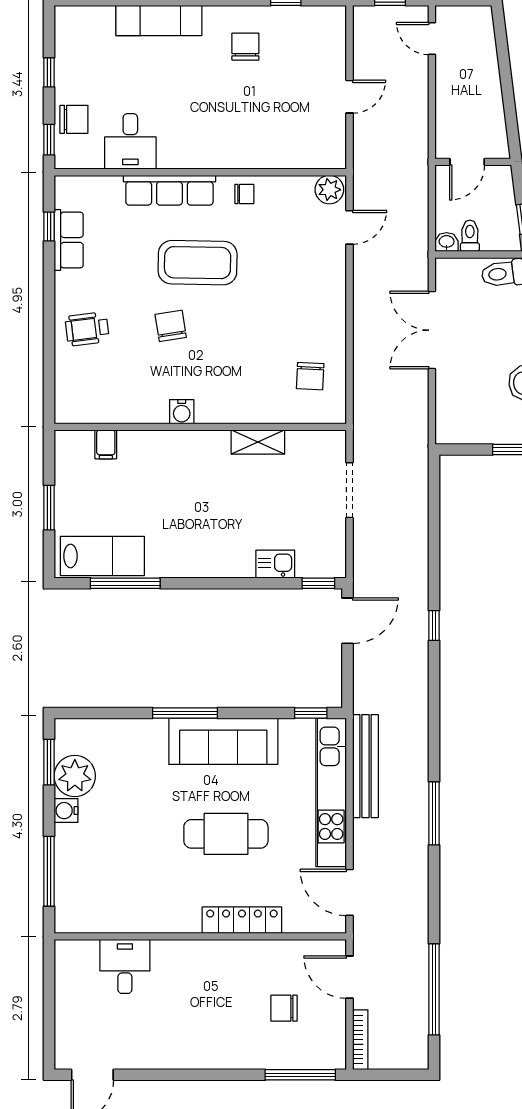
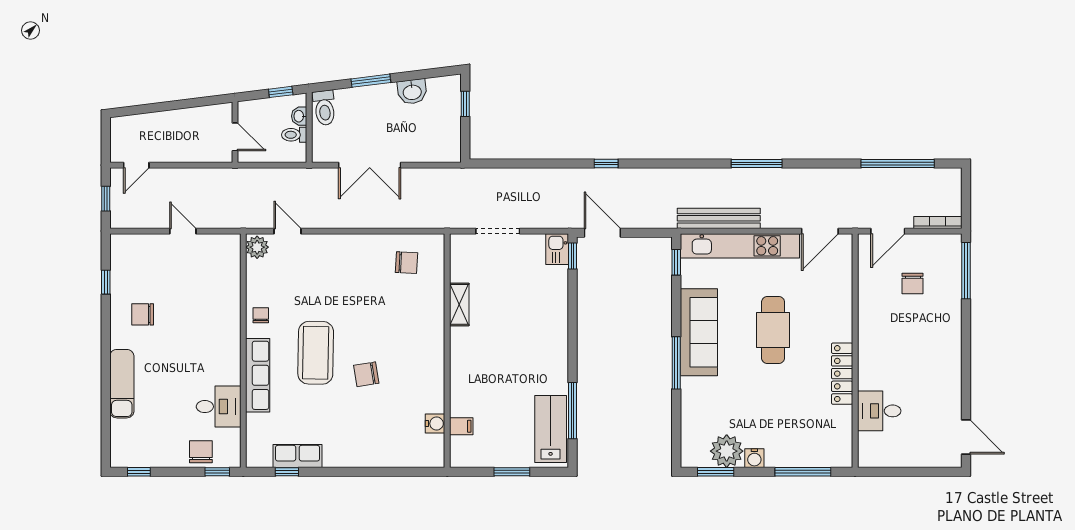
window: (49, 72) -> (139, 472), moved
washbasin: (447, 242) -> (299, 116), moved
wheelchair: (87, 329) -> (369, 441), removed
water cooler: (182, 412) -> (435, 424), moved
kitchen sink: (275, 564) -> (557, 249), moved
locker: (242, 920) -> (842, 374), moved

